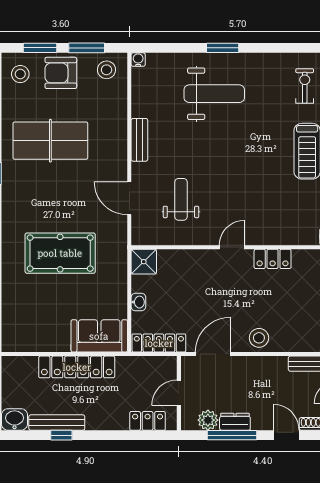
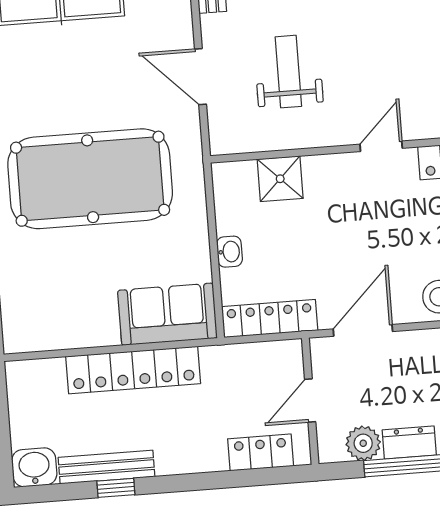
pool table: (60, 253) -> (90, 179), width x1.36, depth x1.32
shower: (144, 262) -> (280, 179), moved

